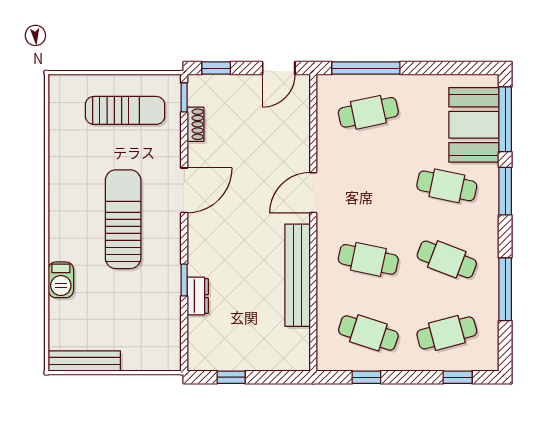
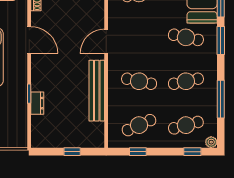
door: (184, 190) -> (29, 40), hinge flipped
cafe table: (447, 259) -> (186, 81), turned -33
cafe table: (368, 333) -> (139, 125), turned -42
plant: (489, 361) -> (211, 142), added
window: (231, 377) -> (72, 152), moved

